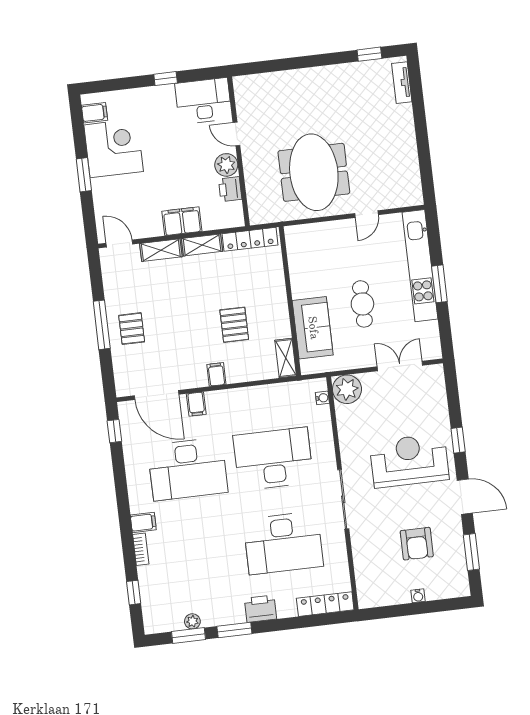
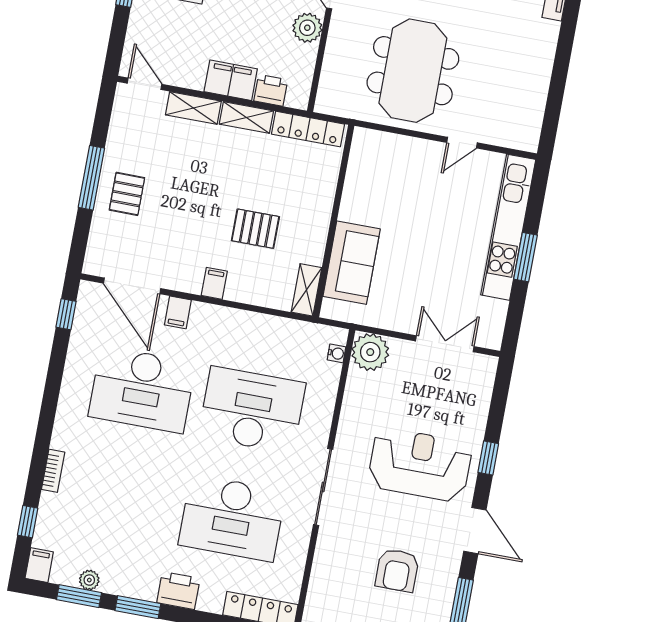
printer: (230, 189) -> (271, 90), moved, turned 90
cafe table: (362, 304) -> (422, 252), removed
pallet: (234, 325) -> (255, 229), turned 90
filing cabinet: (143, 522) -> (39, 565), moved, turned -90

